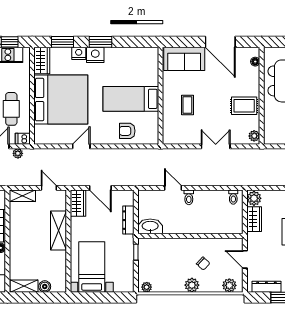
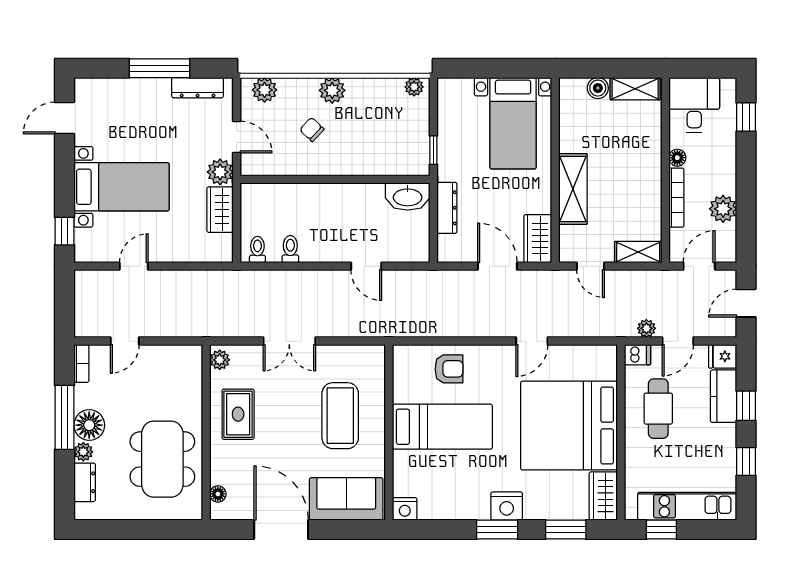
nightstand: (79, 53) -> (405, 509), moved
coffee table: (187, 105) -> (340, 416), width x1.86, depth x1.72
rug: (244, 106) -> (238, 414), turned 90
toilet: (189, 197) -> (290, 249), moved
plant: (254, 198) -> (220, 172), moved

